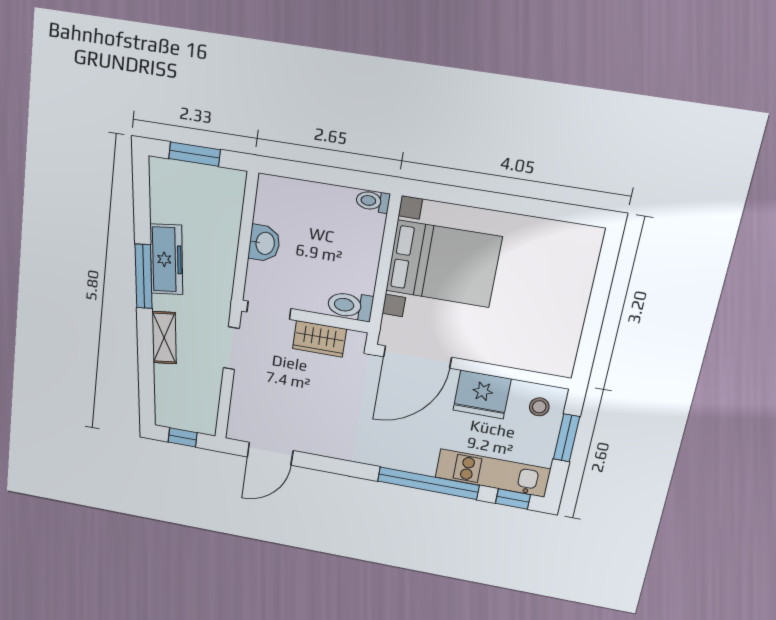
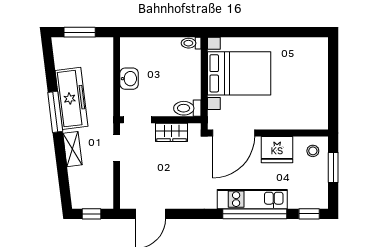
freezer: (166, 259) -> (71, 98), width x1.36, depth x1.26
kitchen unit: (493, 473) -> (252, 199), moved

